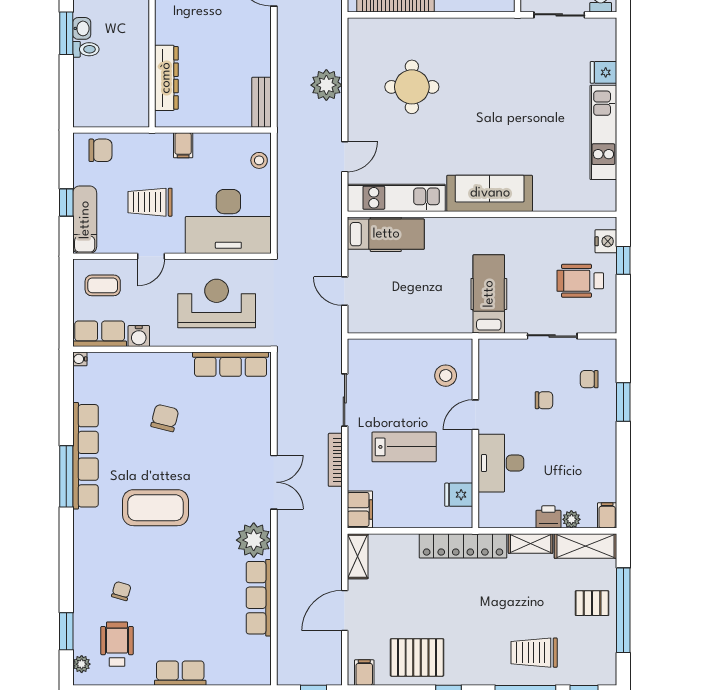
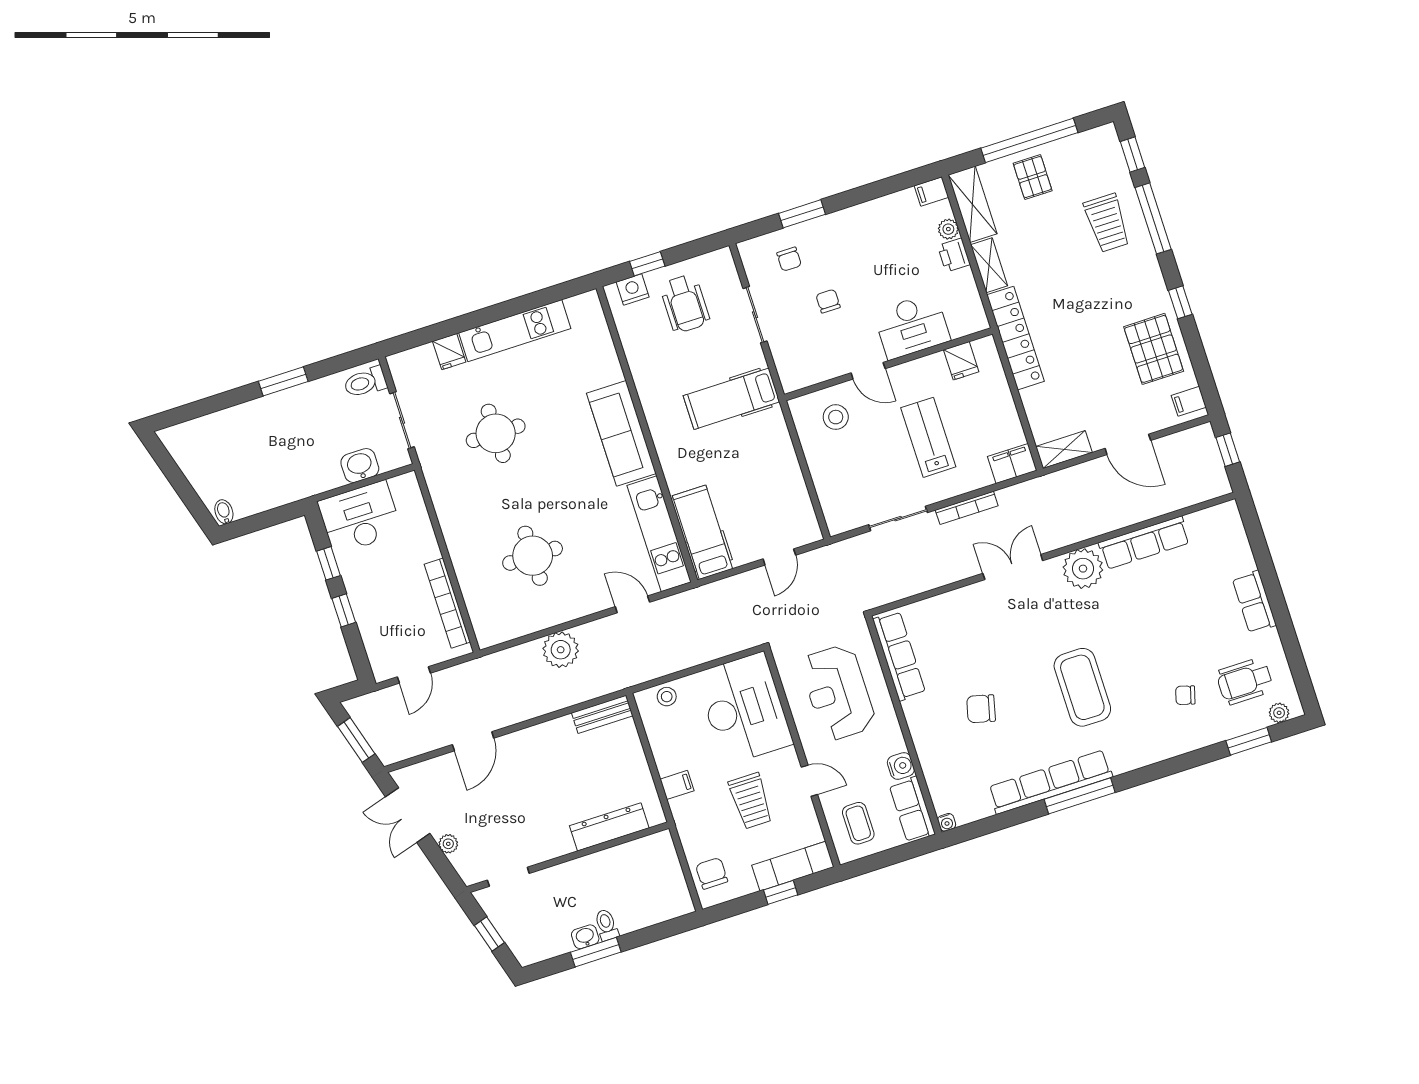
round table: (523, 89) -> (496, 433), added

